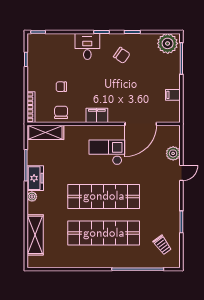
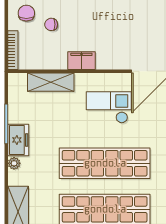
chair: (61, 112) -> (26, 13), moved
filing cabinet: (97, 115) -> (81, 61), moved
shelving: (45, 132) -> (51, 82), moved

